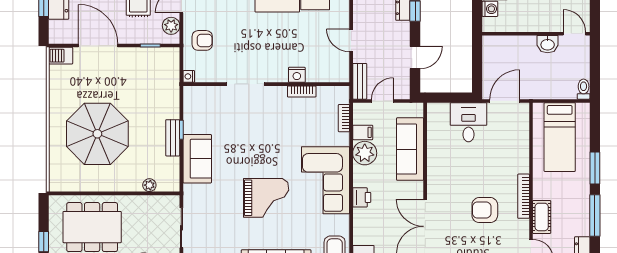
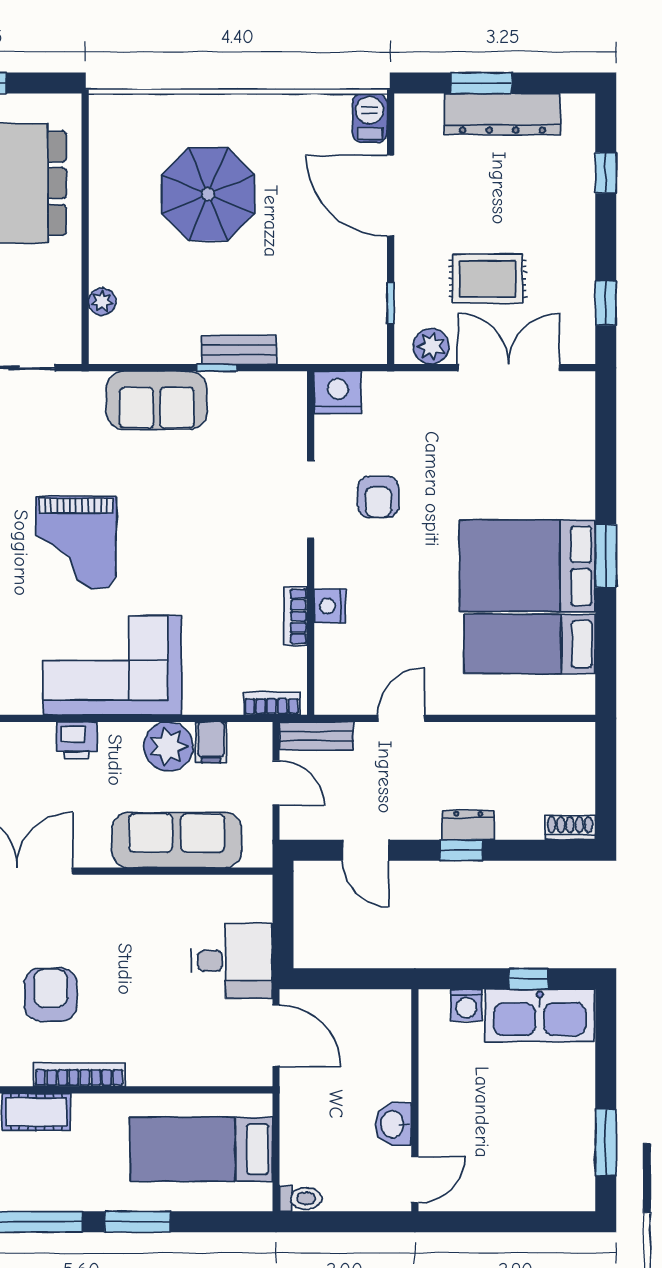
armchair: (202, 40) -> (378, 497), moved
door: (98, 46) -> (391, 196), swing flipped
nightstand: (189, 76) -> (338, 392), width x1.89, depth x1.79
bookcase: (344, 118) -> (272, 704), moved
parasol: (97, 134) -> (208, 194), width x0.73, depth x0.73
bench: (173, 138) -> (239, 350), moved

